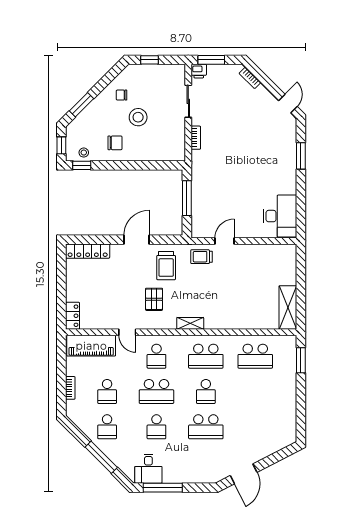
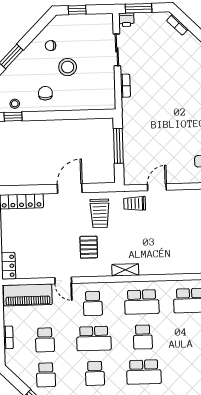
chair: (115, 143) -> (45, 93), turned -90

